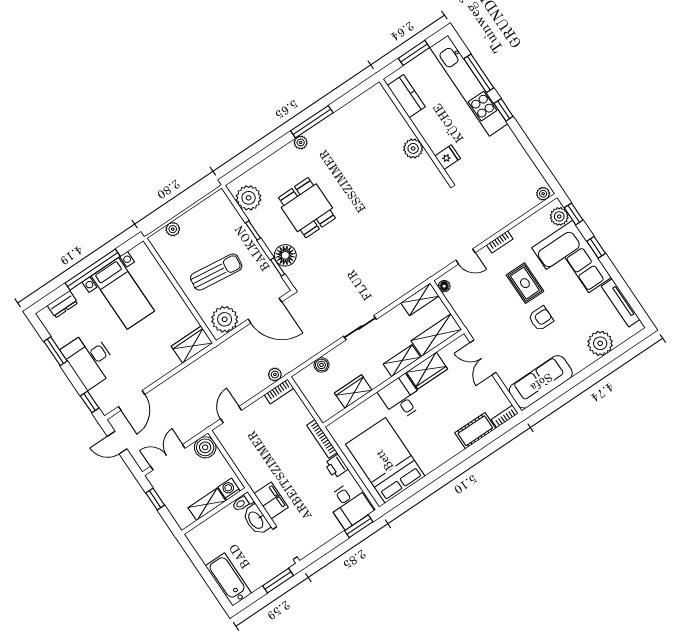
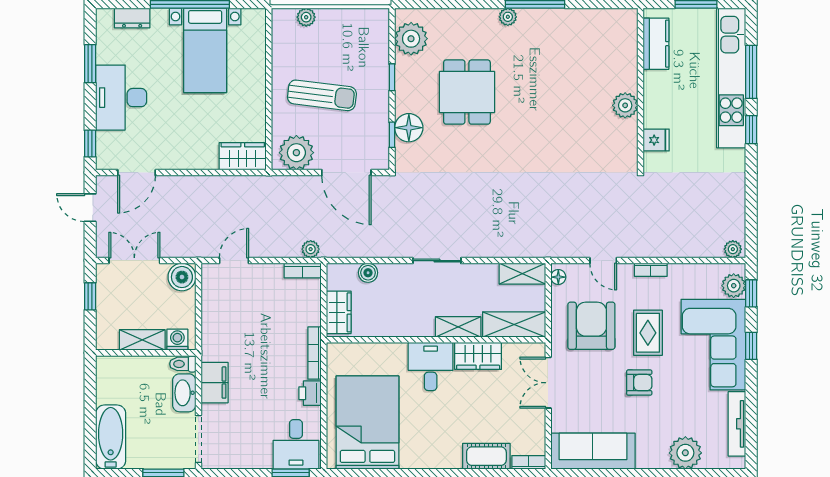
armchair: (486, 303) -> (591, 326), added
wardrobe: (353, 392) -> (339, 312), moved, turned 90

